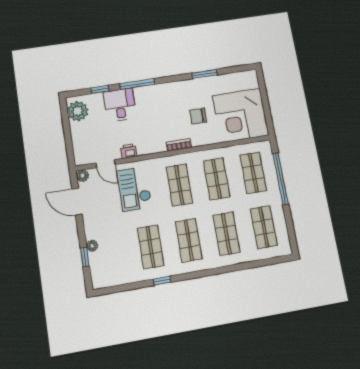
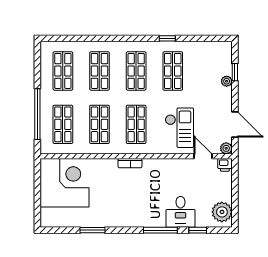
chair: (198, 116) -> (106, 188), removed
printer: (129, 151) -> (225, 165), moved

